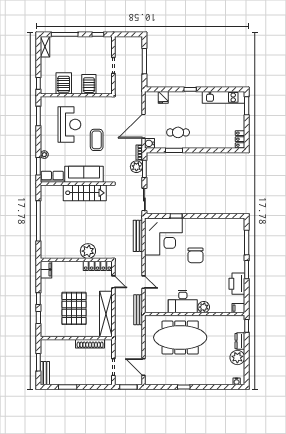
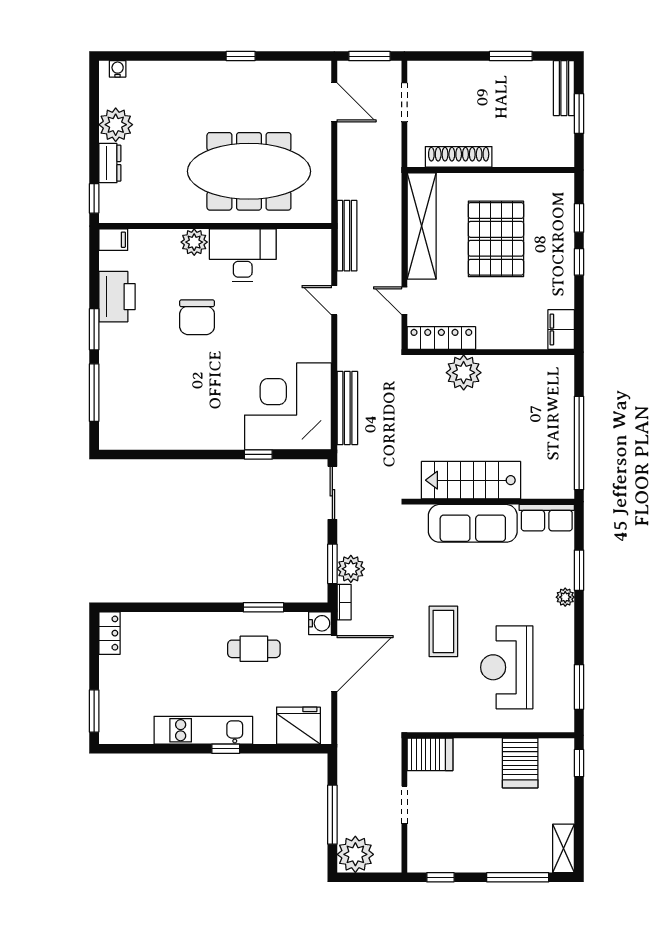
plant: (134, 44) -> (355, 854), added
server rack: (89, 84) -> (430, 754), moved, turned -90
fridge: (163, 97) -> (298, 726), width x1.88, depth x1.34
kitchen unit: (223, 97) -> (203, 730), moved
sofa: (84, 174) -> (473, 523), moved
row of seats: (52, 177) -> (547, 518), moved
wall: (76, 184) -> (491, 502), moved
stairs: (85, 193) -> (471, 480), moved
chair: (195, 255) -> (197, 317), moved, turned 180

